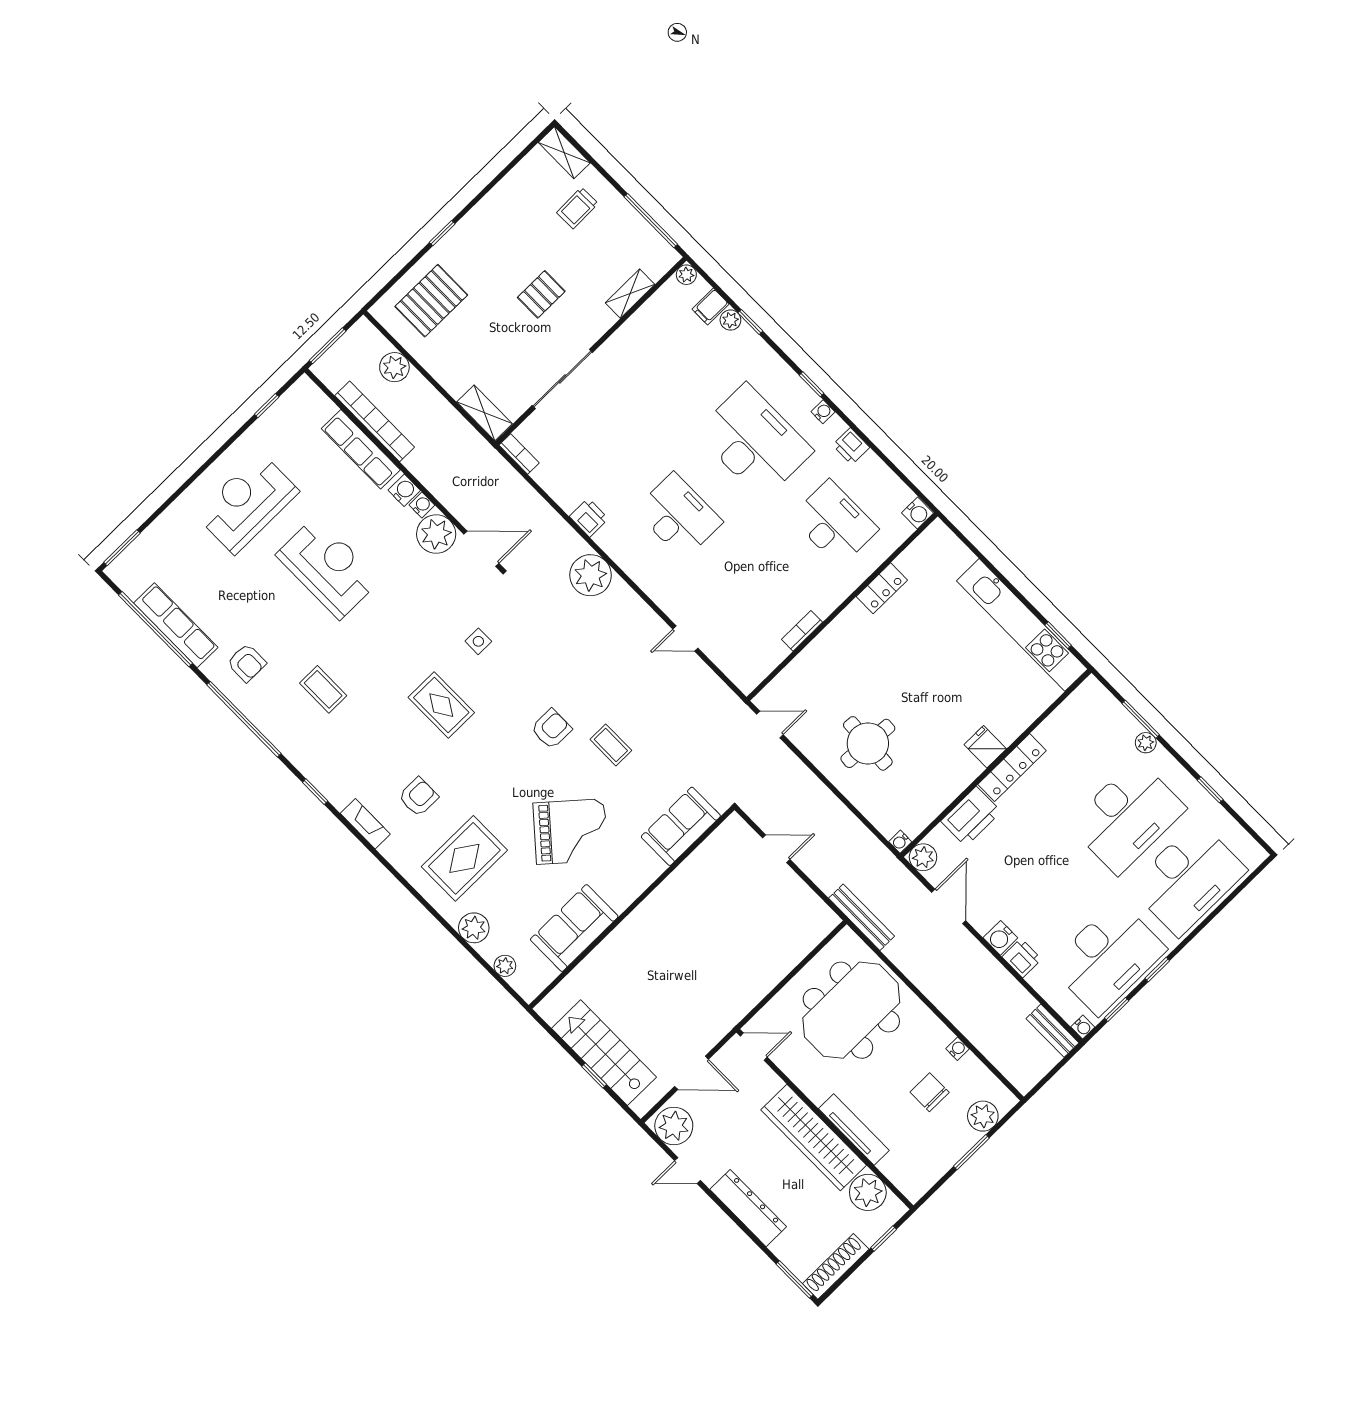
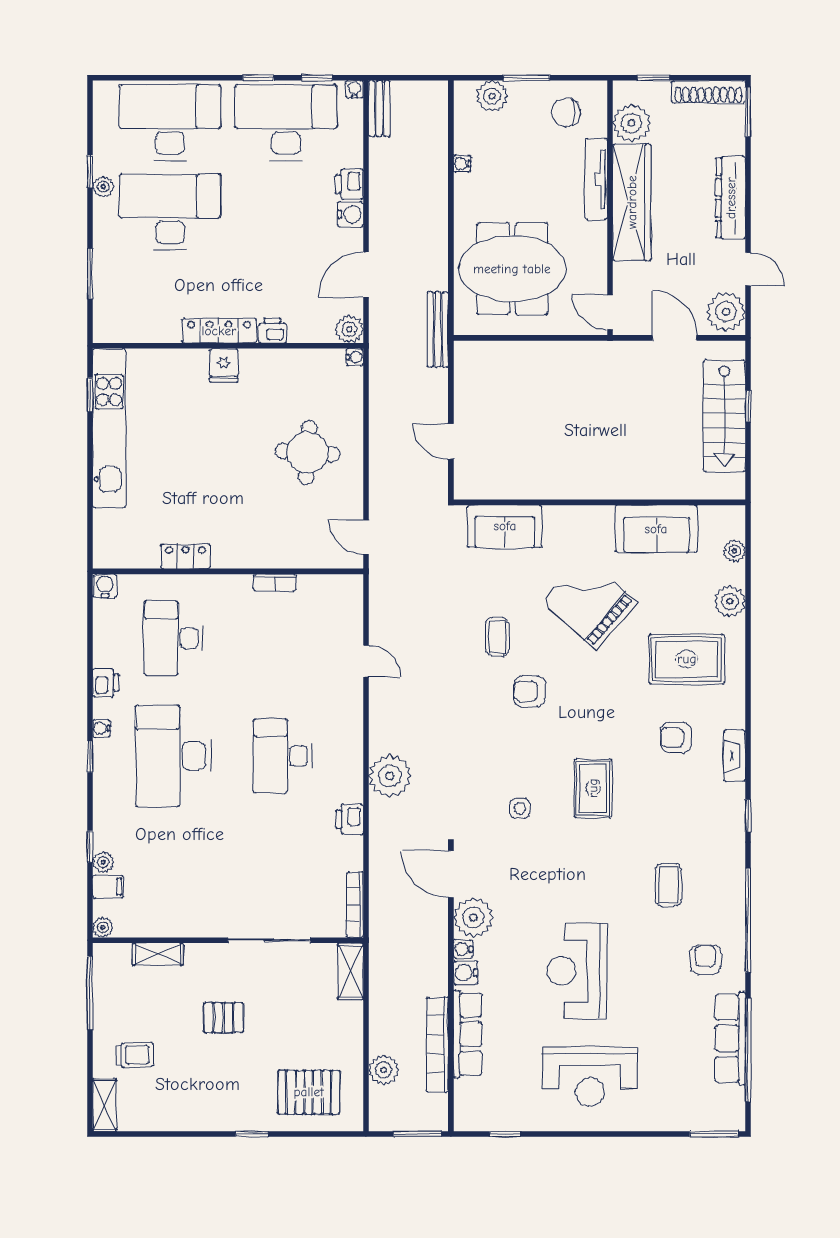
bookcase: (519, 454) -> (355, 905), width x1.56
plant: (1146, 743) -> (103, 187), moved
printer: (971, 816) -> (273, 331), width x0.53, depth x0.68
chair: (930, 1092) -> (566, 112), moved, turned 90

